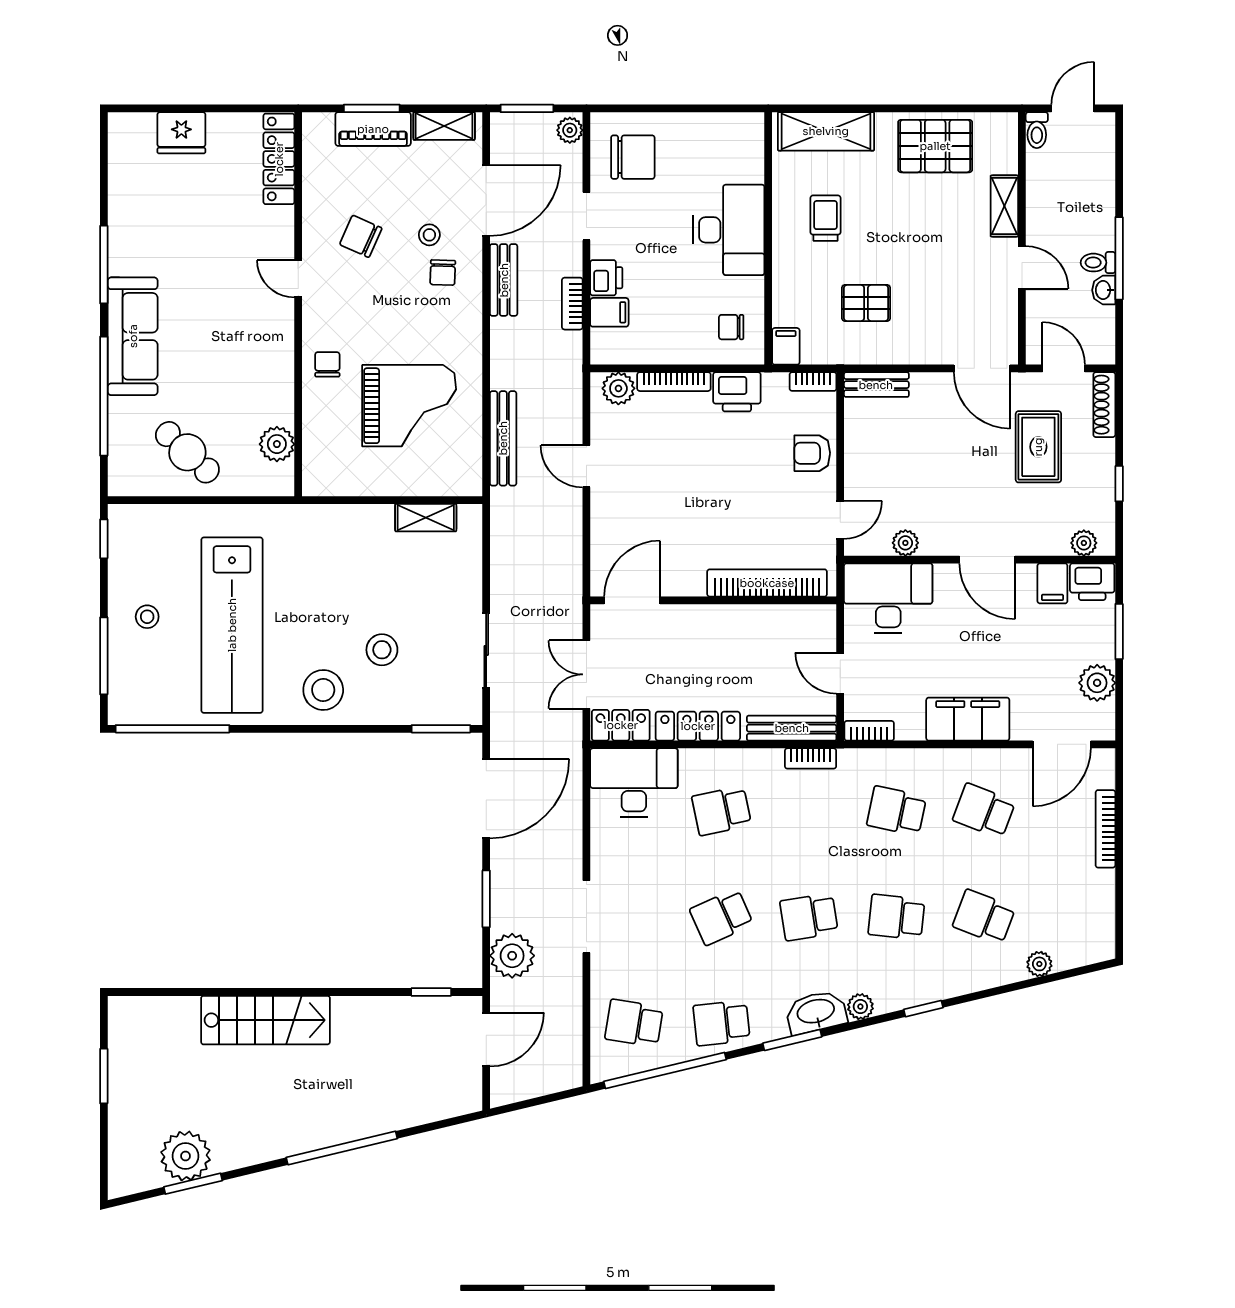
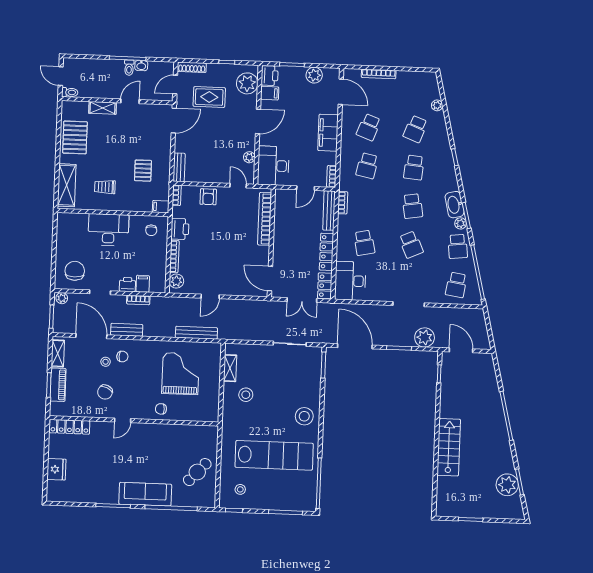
plant: (277, 444) -> (195, 432), removed
plant: (1084, 543) -> (247, 83), width x1.87, depth x1.87
stool: (147, 617) -> (240, 489), moved
stool: (382, 650) -> (246, 395), moved
plant: (860, 1007) -> (460, 223), moved

